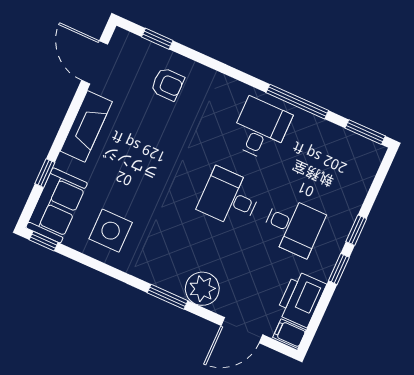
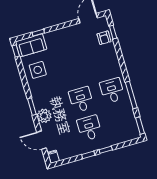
armchair: (168, 84) -> (104, 38), moved
fireplace: (86, 126) -> (65, 33), removed
desk: (260, 129) -> (112, 91), turned -90
desk: (293, 226) -> (89, 128), turned 180
printer: (301, 299) -> (68, 151), removed

